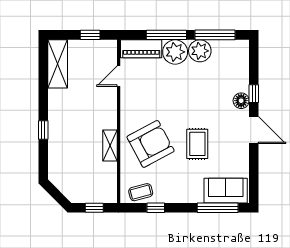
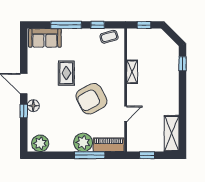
window: (215, 35) -> (53, 155), removed
plant: (200, 51) -> (40, 143), moved
door: (119, 76) -> (126, 114), moved
window: (43, 130) -> (182, 64), moved
armchair: (151, 144) -> (91, 99), moved
window: (218, 208) -> (66, 25), moved

